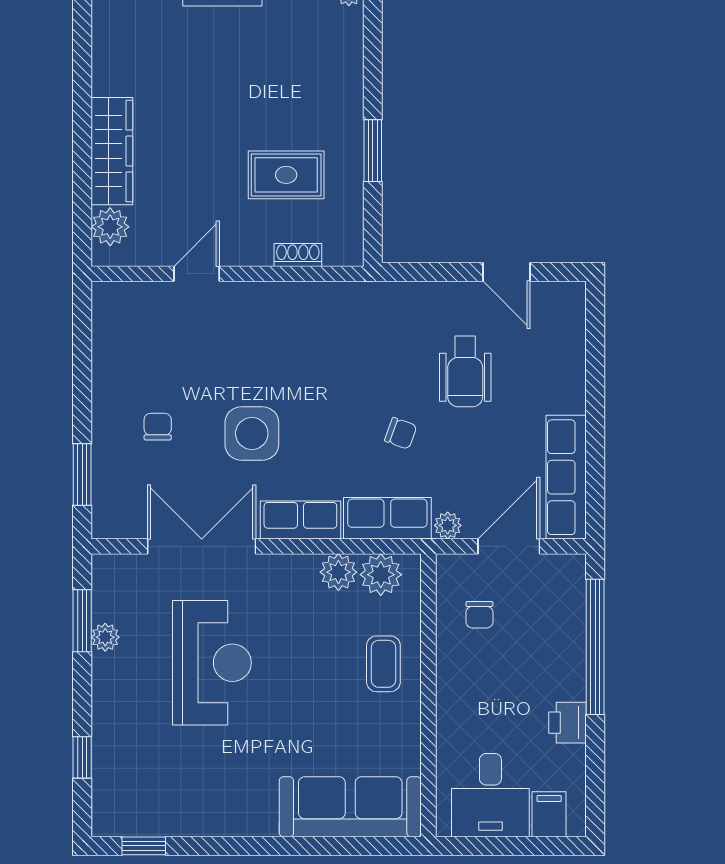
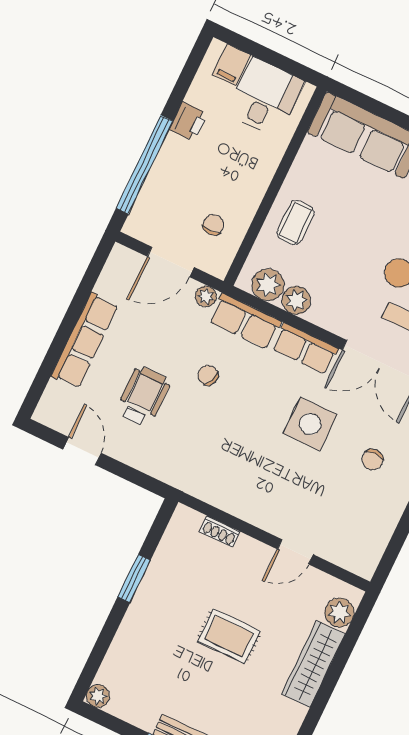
rug: (286, 175) -> (229, 636), moved
row of seats: (566, 477) -> (85, 341), moved

